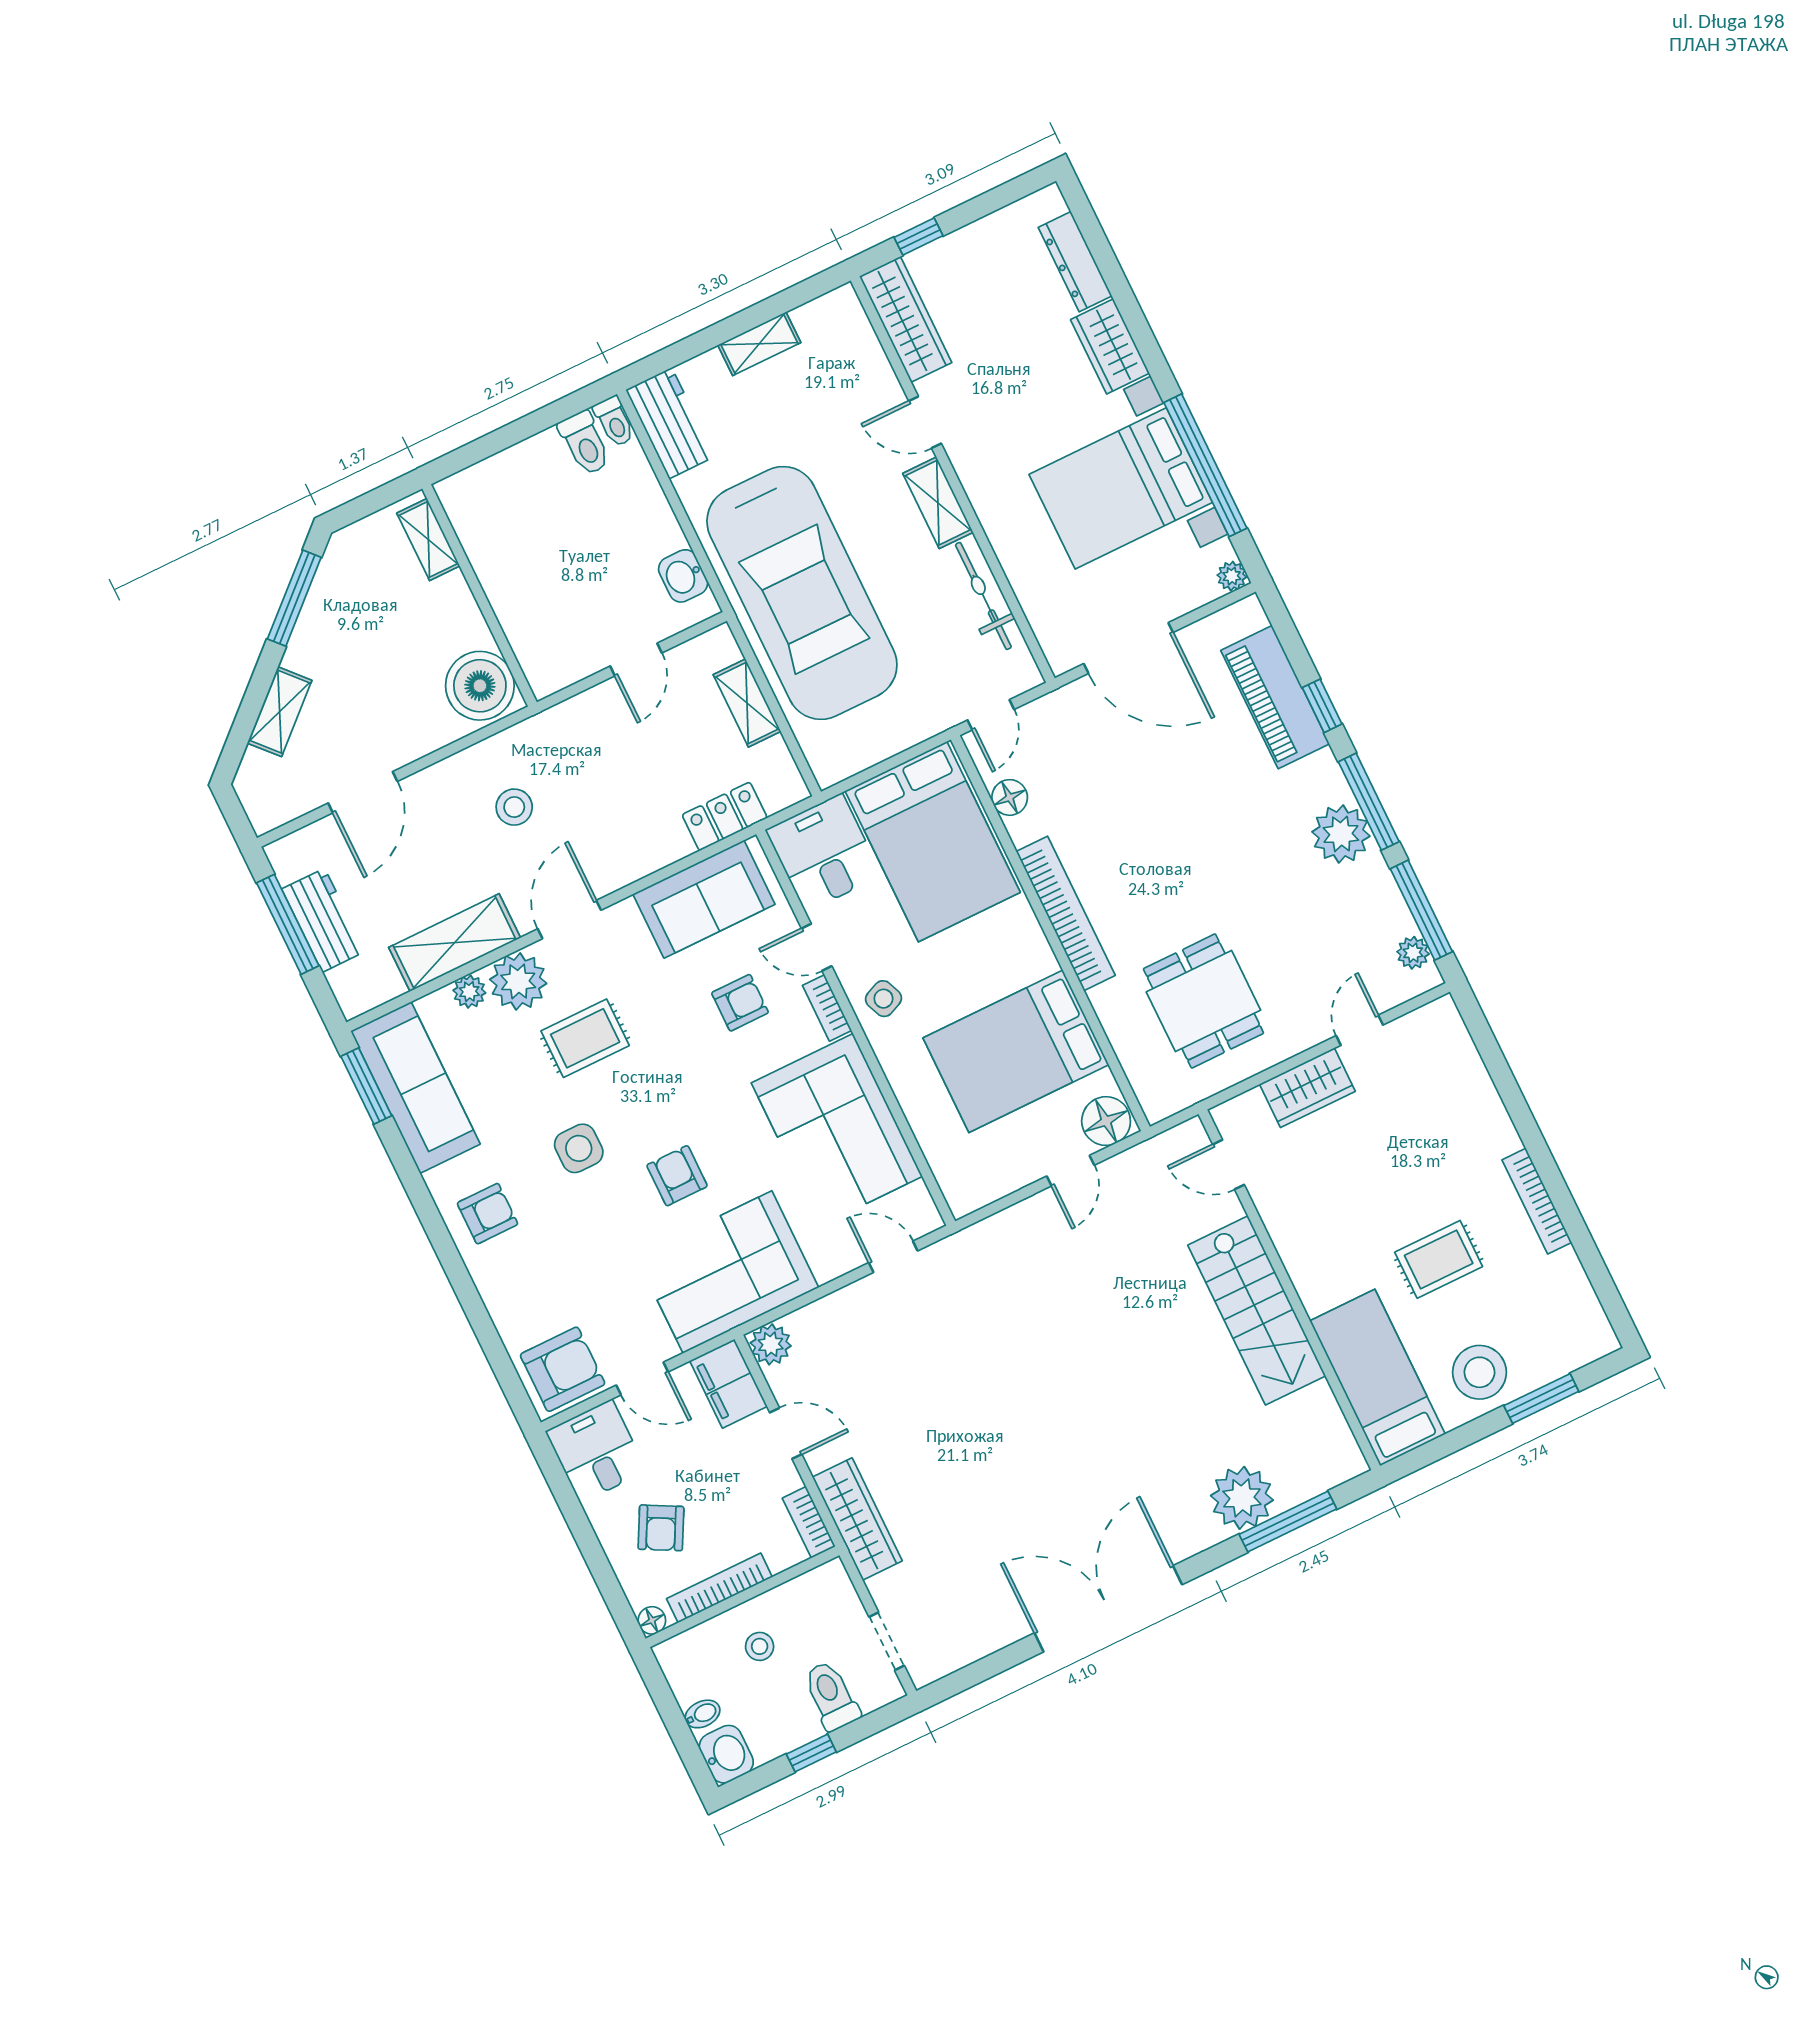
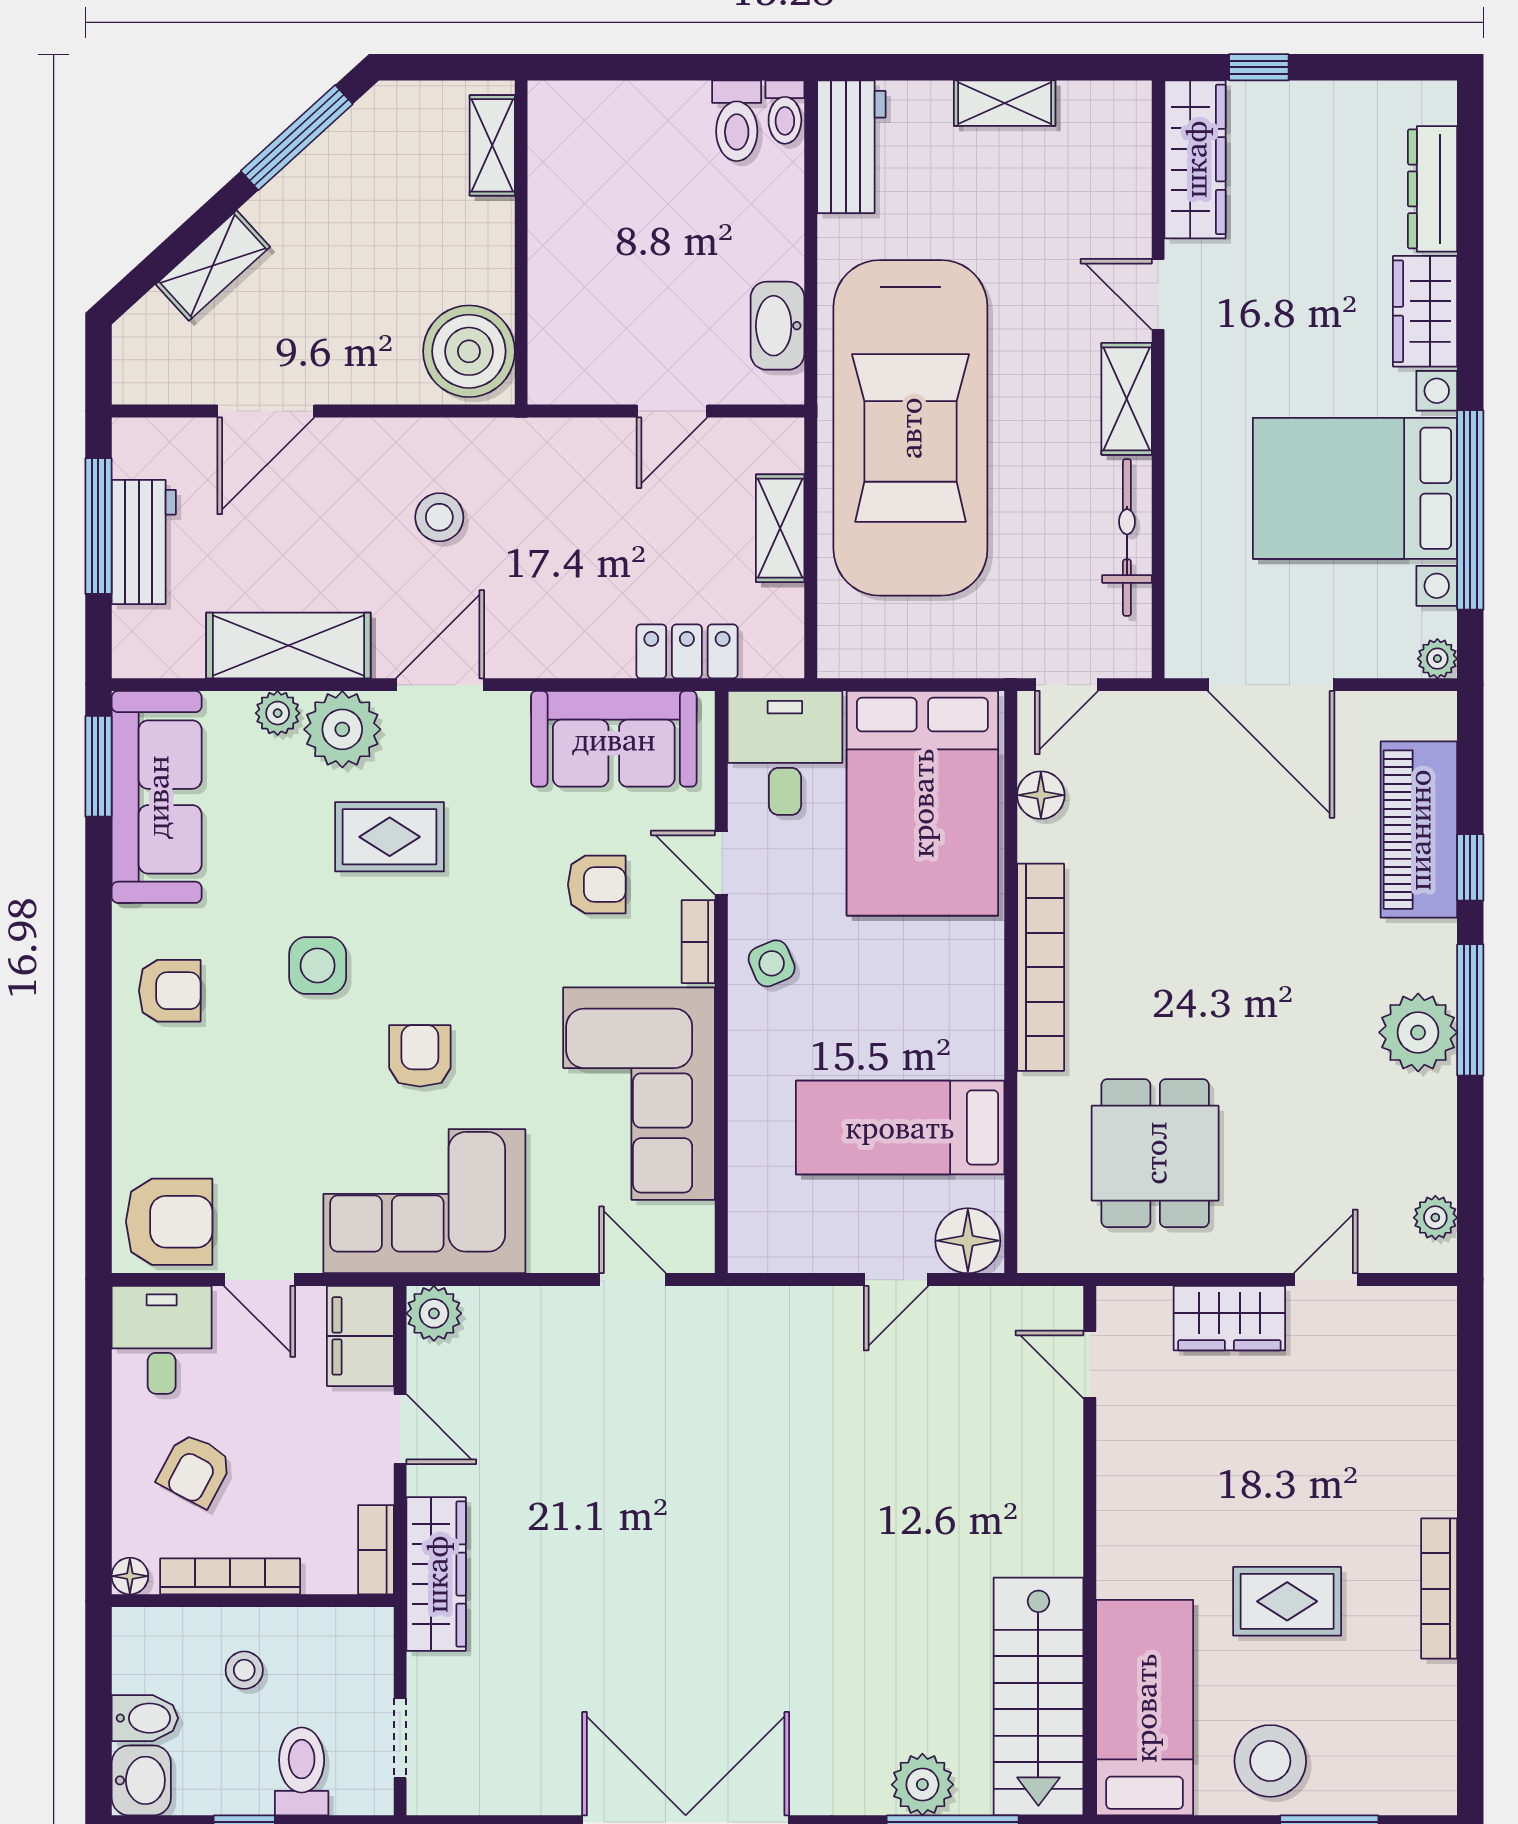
washbasin: (683, 576) -> (777, 326), width x1.38
window: (1421, 910) -> (1470, 1171), removed
bed: (1016, 1051) -> (900, 1127), width x0.67
stairs: (1257, 1310) -> (1038, 1696), moved
plant: (1242, 1498) -> (922, 1785), width x0.73, depth x0.73
bidet: (702, 1714) -> (145, 1718), width x1.38, depth x1.36

